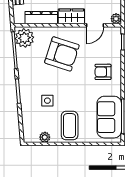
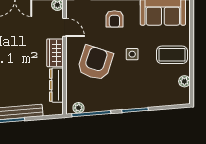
plant: (24, 38) -> (78, 108), width x0.53, depth x0.53
side table: (47, 101) -> (132, 54), moved

